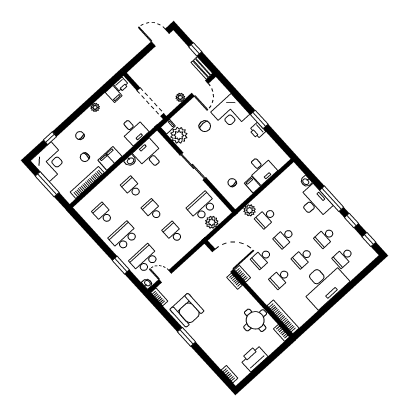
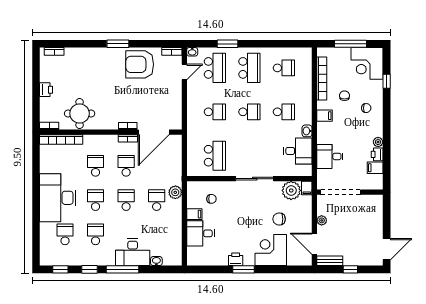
printer: (121, 85) -> (377, 154), moved
filing cabinet: (110, 158) -> (324, 116), width x0.50
plant: (212, 222) -> (194, 152), removed
printer: (254, 358) -> (46, 90), width x0.53, depth x0.68

